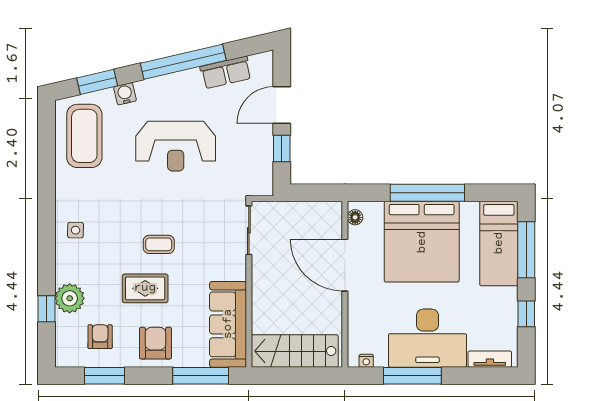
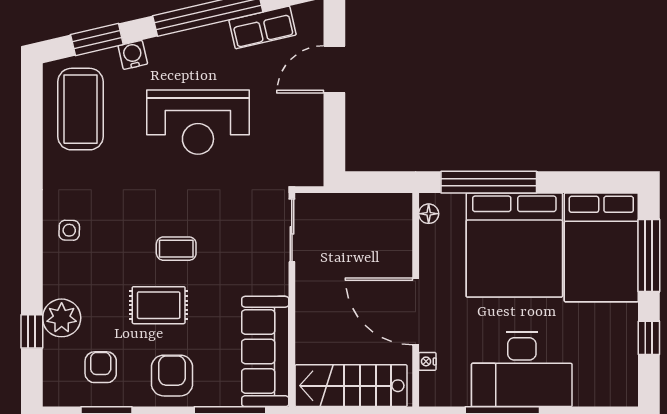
window: (282, 148) -> (334, 125), removed
window: (427, 193) -> (489, 182), moved
bed: (499, 243) -> (601, 247), width x1.50
door: (345, 265) -> (416, 311), moved
tv unit: (490, 359) -> (602, 396), removed
nightstand: (366, 361) -> (427, 361), moved, turned 90

